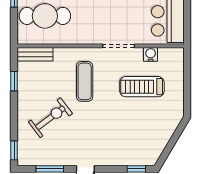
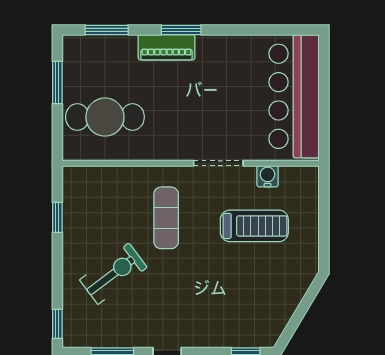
bench: (35, 54) -> (90, 176), removed
treadmill: (142, 87) -> (254, 226), turned 180

